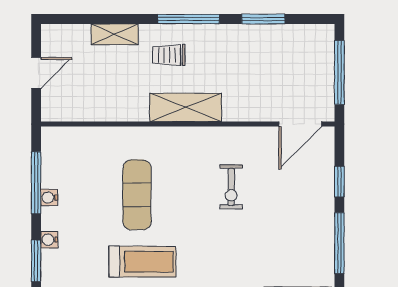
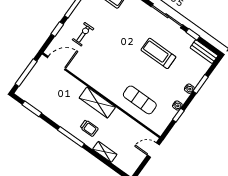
window: (263, 19) -> (32, 109), moved
door: (36, 73) -> (153, 150), moved
window: (36, 183) -> (178, 115), width x0.46
exercise bike: (231, 187) -> (83, 34), moved
exercise mat: (137, 195) -> (140, 100), moved, turned 90

